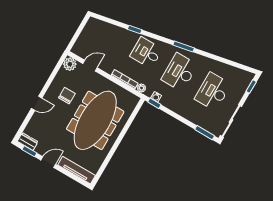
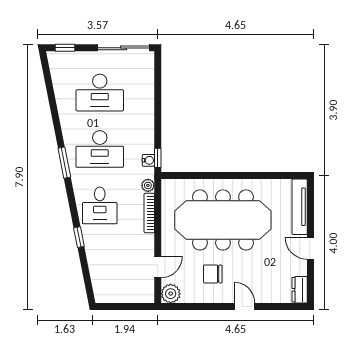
door: (90, 66) -> (158, 267), swing flipped
window: (205, 133) -> (158, 73), removed
window: (29, 151) -> (311, 280), removed

